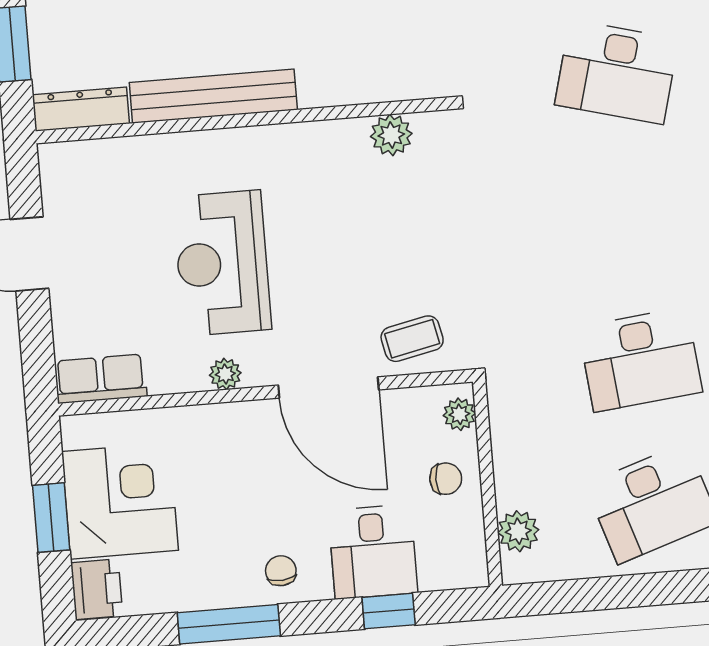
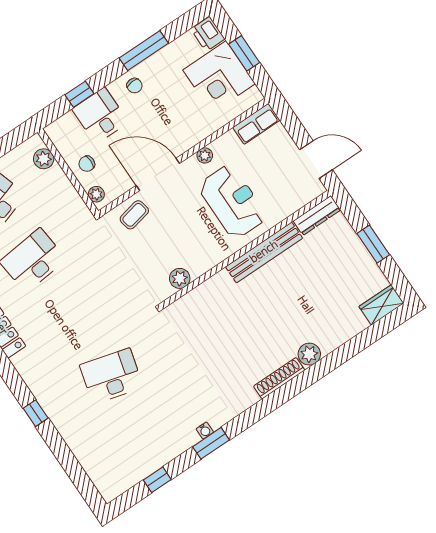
bench: (213, 96) -> (264, 252), moved
dresser: (81, 109) -> (317, 215), moved
wall: (243, 120) -> (246, 249), moved
plant: (391, 135) -> (180, 278), moved

